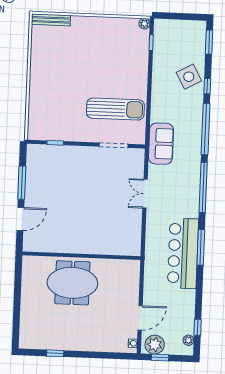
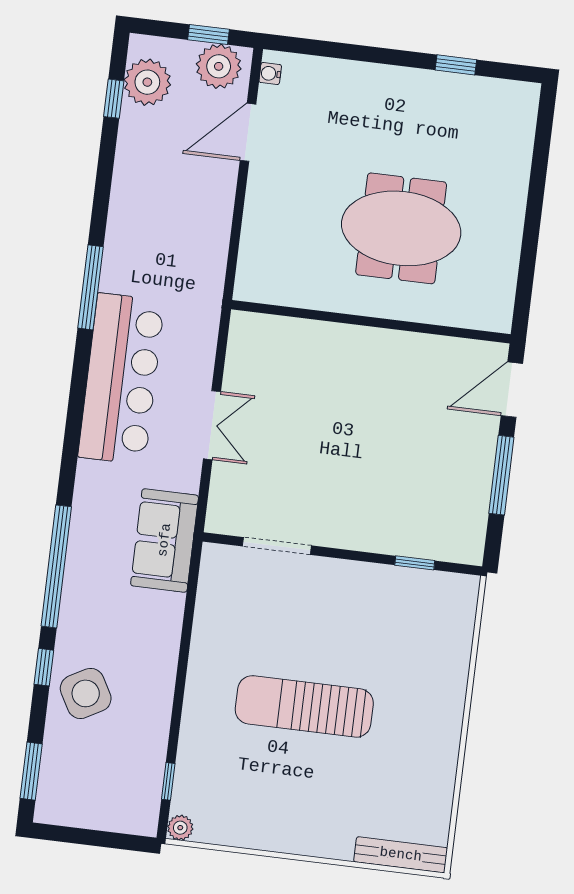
sun lounger: (115, 109) -> (304, 706), moved
window: (203, 188) -> (73, 428), removed
bar counter: (183, 253) -> (121, 379), moved
wall: (81, 256) -> (371, 322), moved
plant: (188, 340) -> (147, 82), width x1.87, depth x1.87

